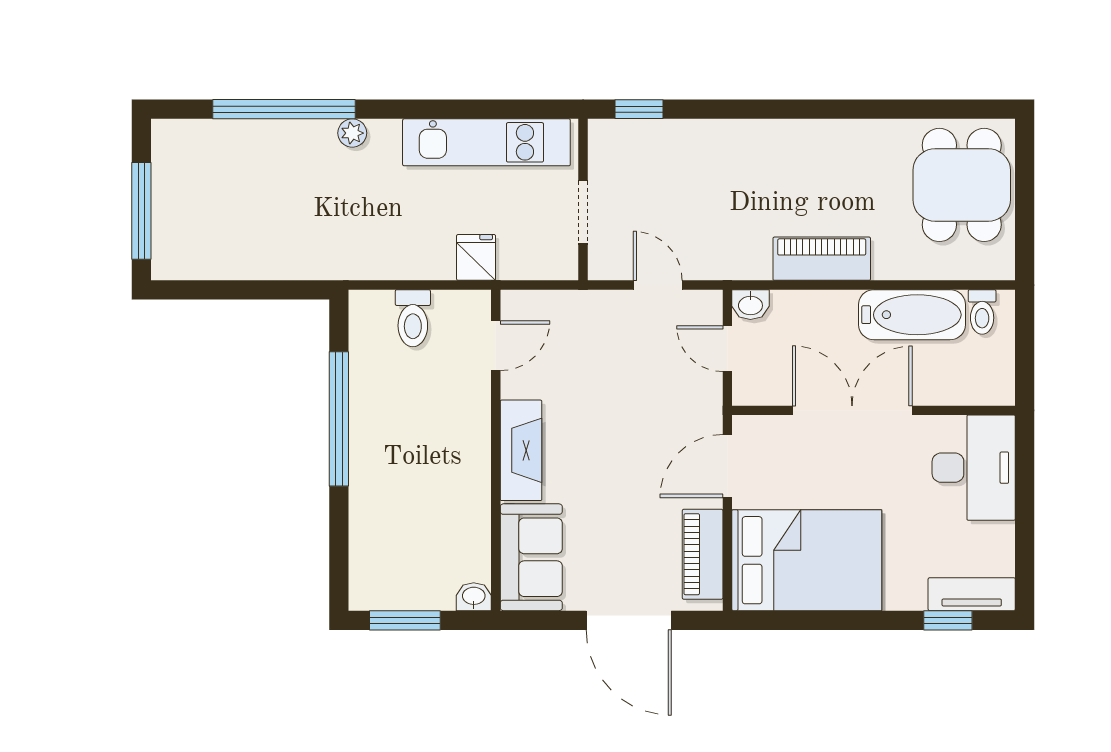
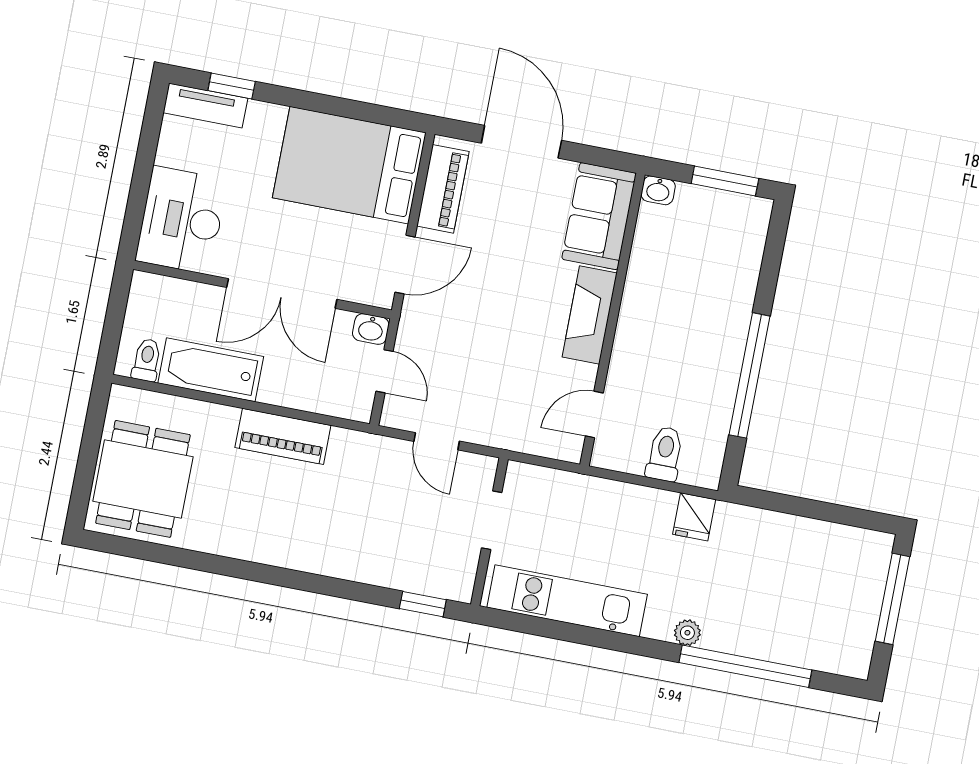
fridge: (476, 257) -> (694, 517), moved
washbasin: (750, 305) -> (371, 329), moved, turned 180

